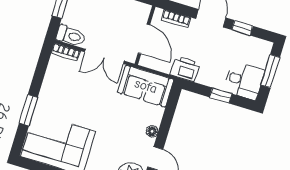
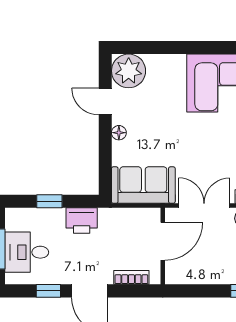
door: (144, 39) -> (163, 241), swing flipped
printer: (185, 69) -> (82, 220), moved
desk: (244, 81) -> (27, 252), moved

